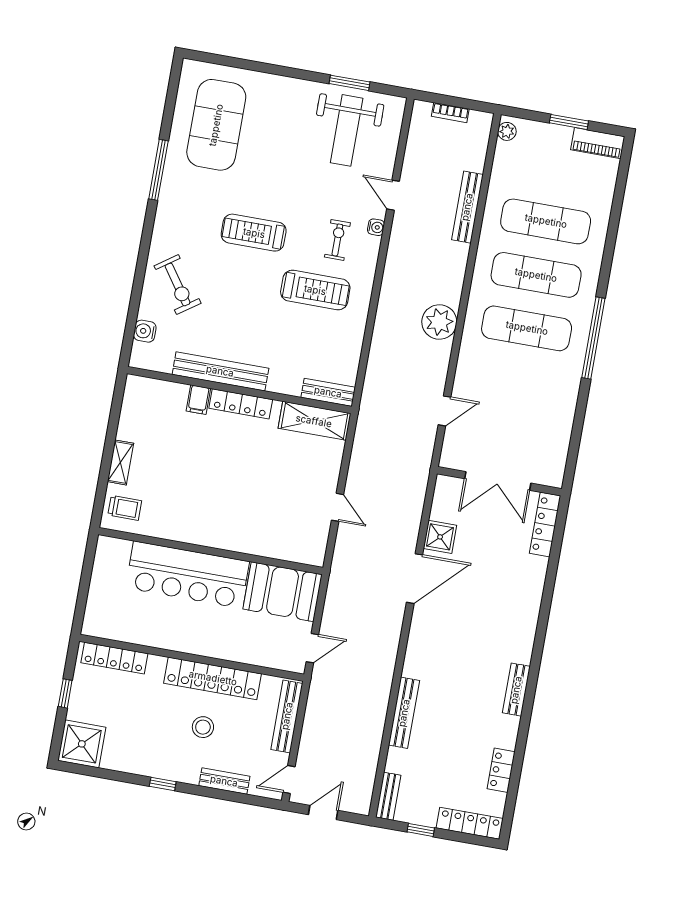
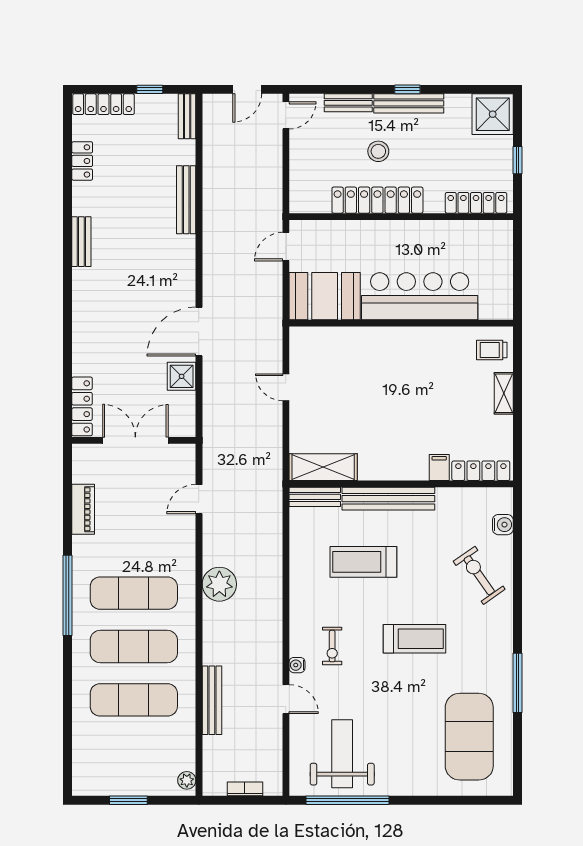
window: (350, 83) -> (347, 800), width x2.11
piano: (598, 143) -> (83, 509), moved, turned 90
treadmill: (315, 290) -> (363, 562), moved
bench: (220, 371) -> (388, 499), moved
locker: (241, 404) -> (481, 471), moved
bench: (287, 716) -> (409, 103), moved, turned 90

